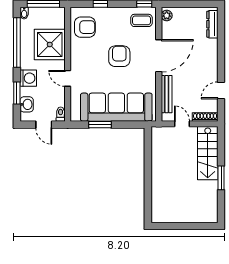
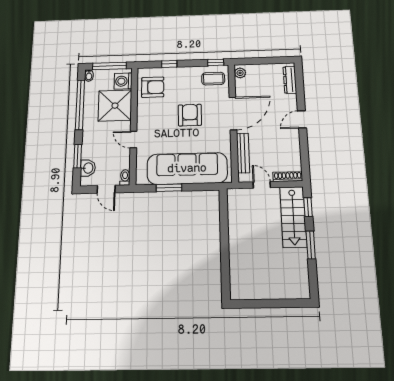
washing machine: (28, 78) -> (123, 81), moved, turned 180
door: (221, 90) -> (302, 119), moved
window: (221, 145) -> (308, 207), added

